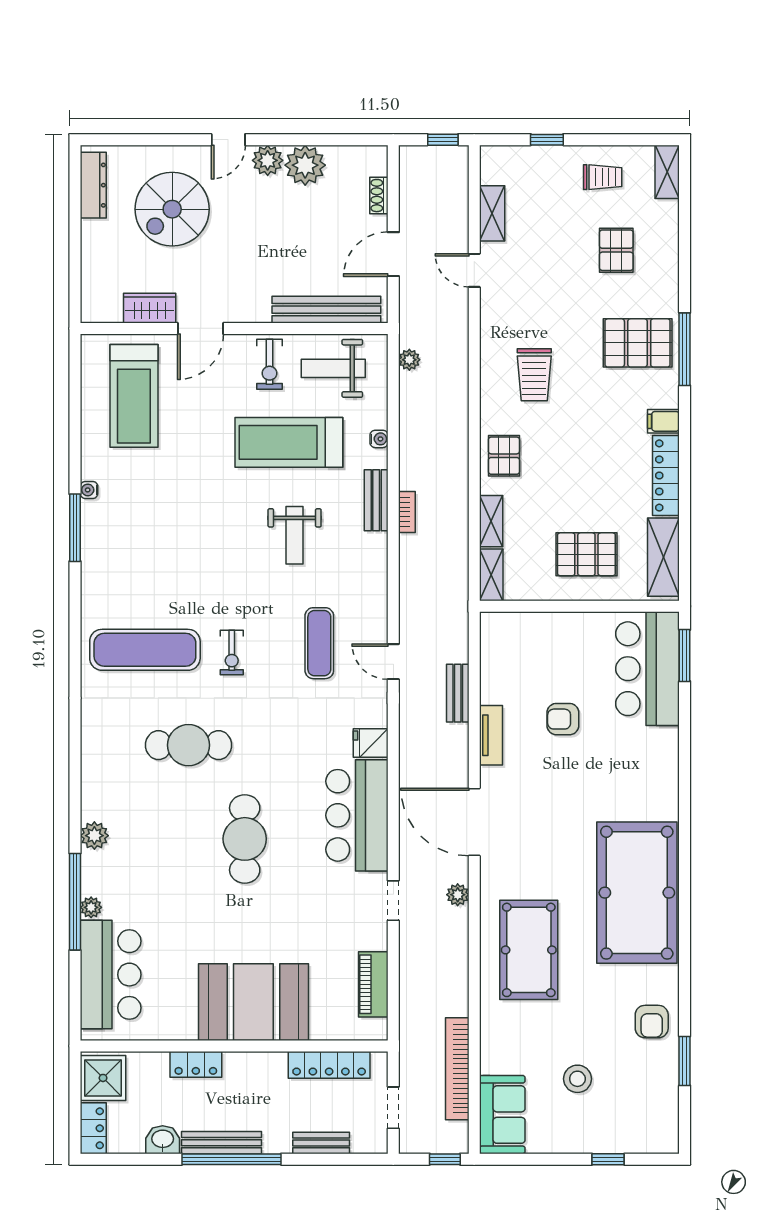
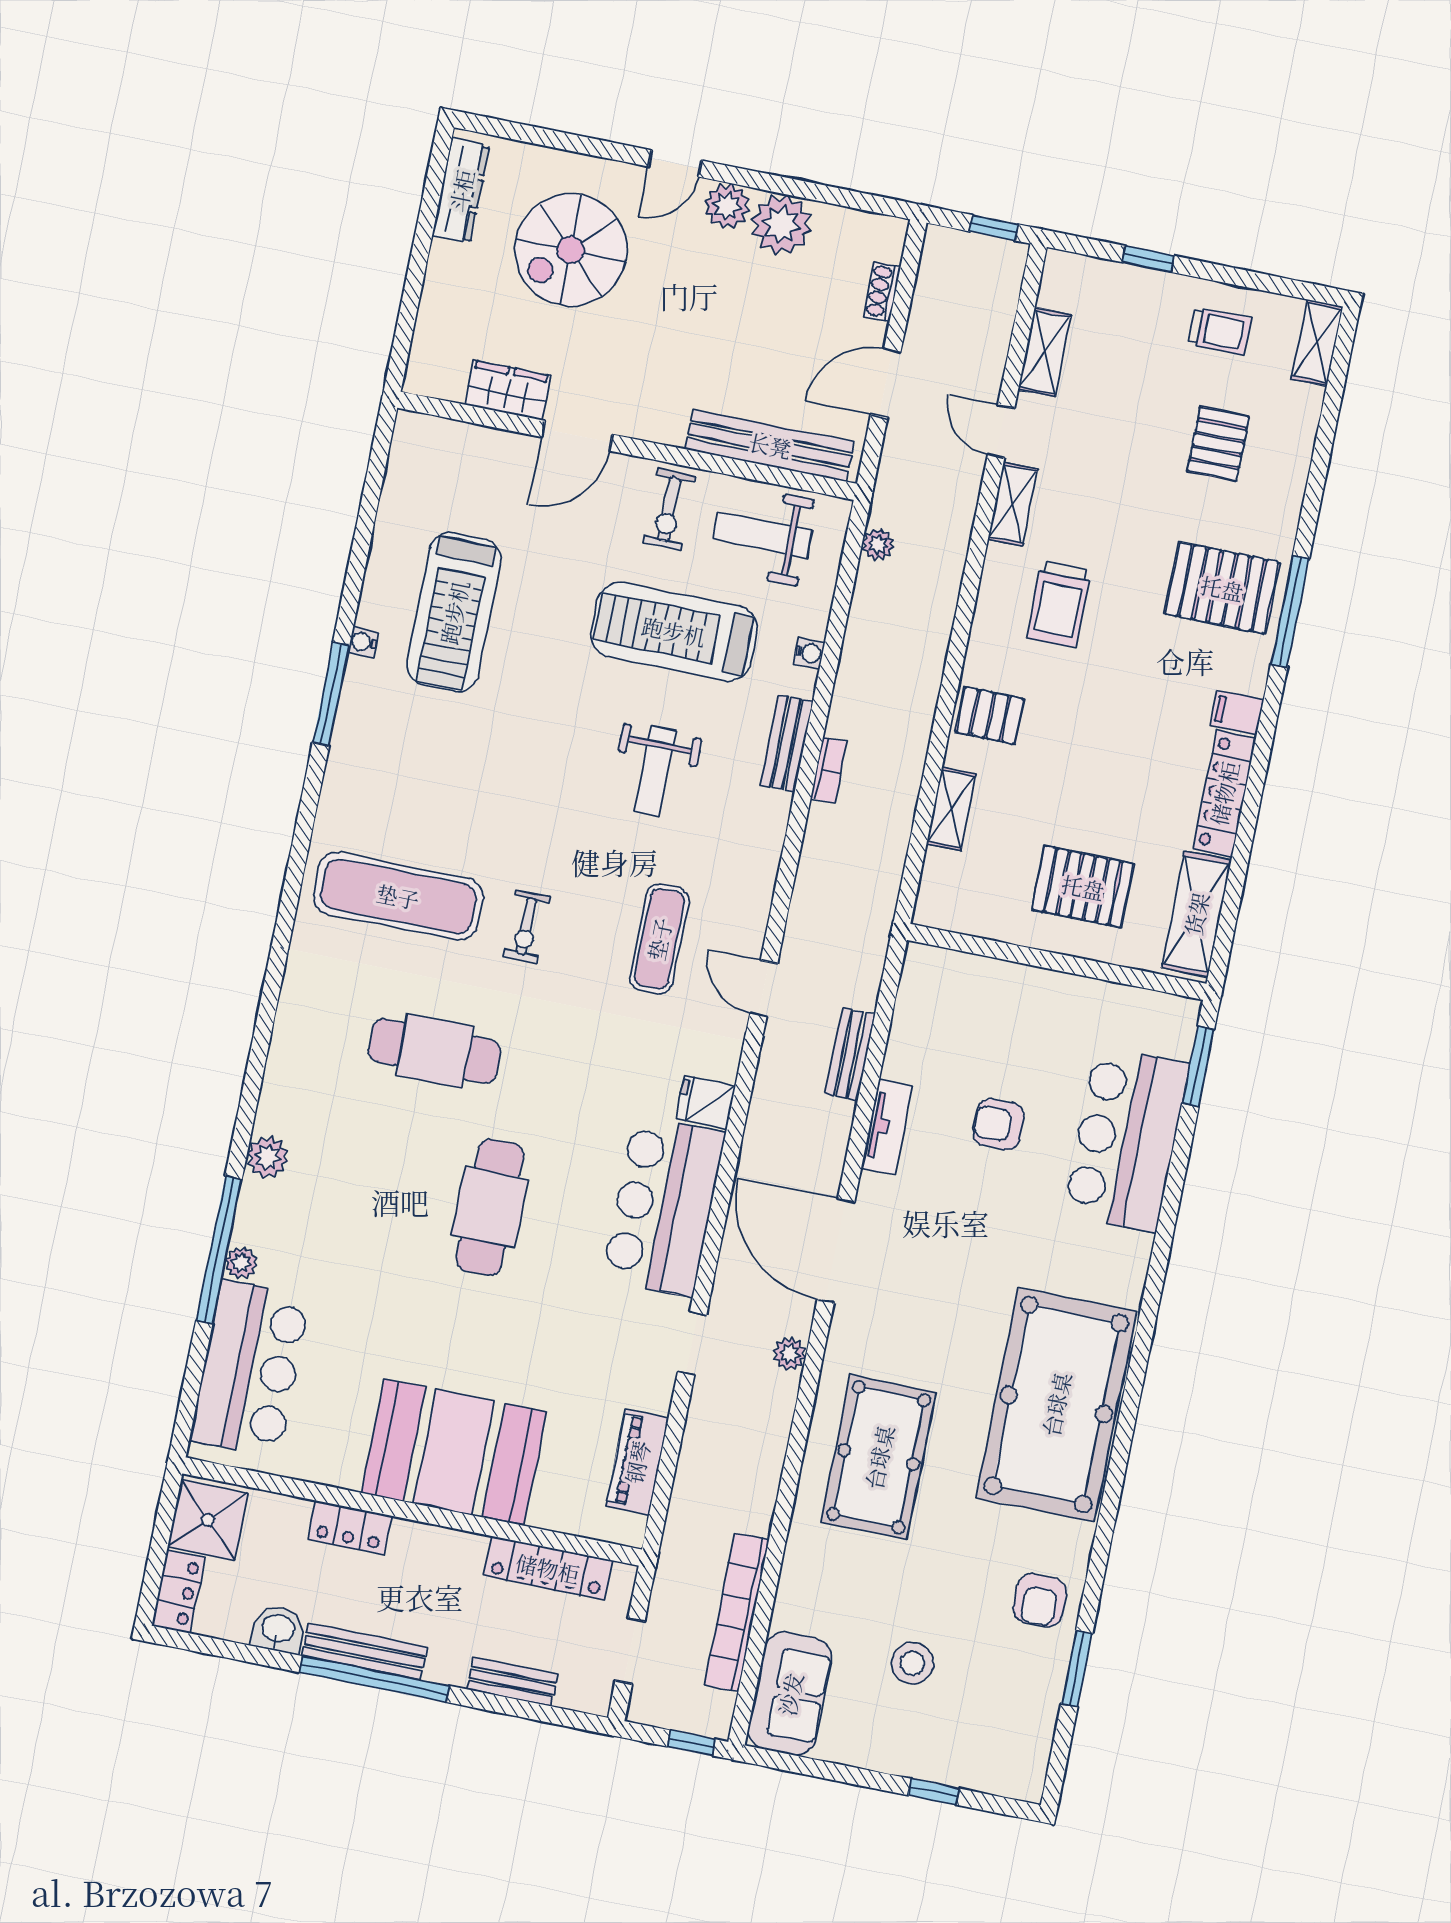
treadmill: (134, 396) -> (454, 612), moved
pallet: (504, 456) -> (990, 715), turned 90
shelving: (491, 575) -> (1013, 504), moved
bar counter: (647, 669) -> (1126, 1139), moved

